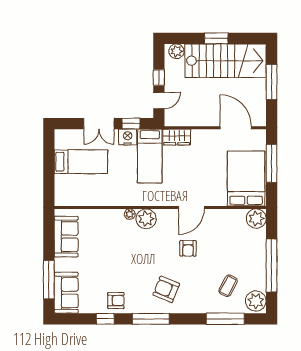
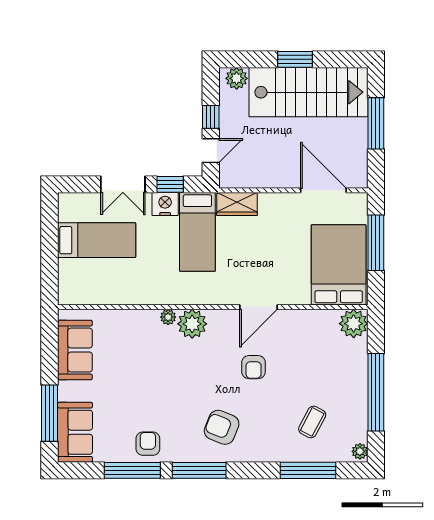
armchair: (116, 301) -> (148, 444), turned -90
plant: (256, 301) -> (360, 451), width x0.53, depth x0.53
window: (105, 319) -> (132, 470), width x2.17

